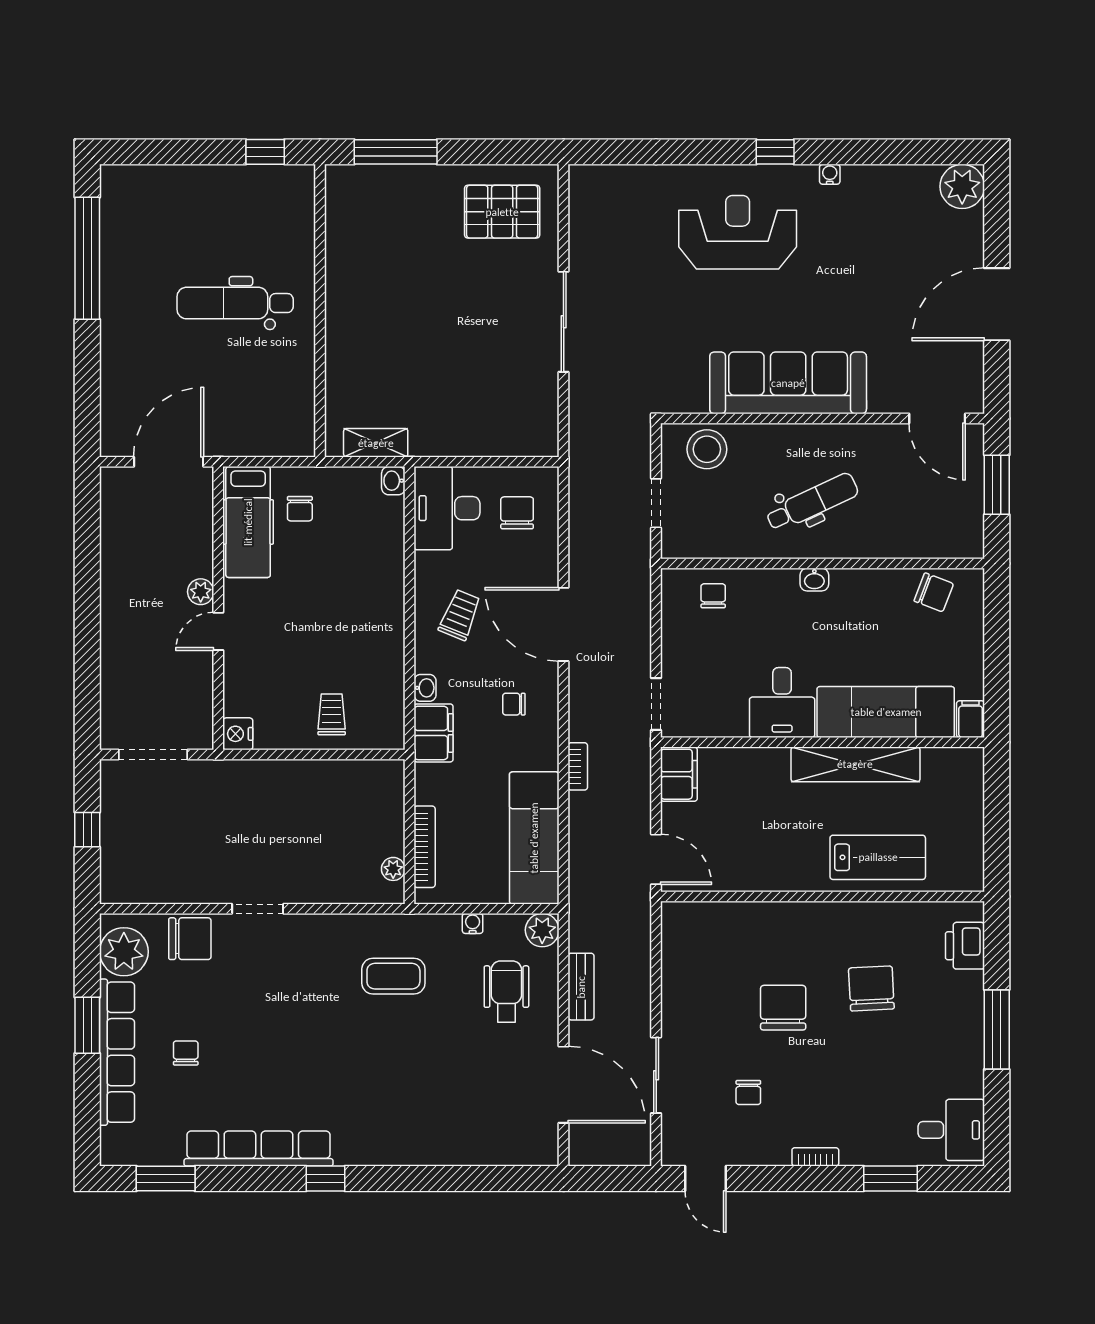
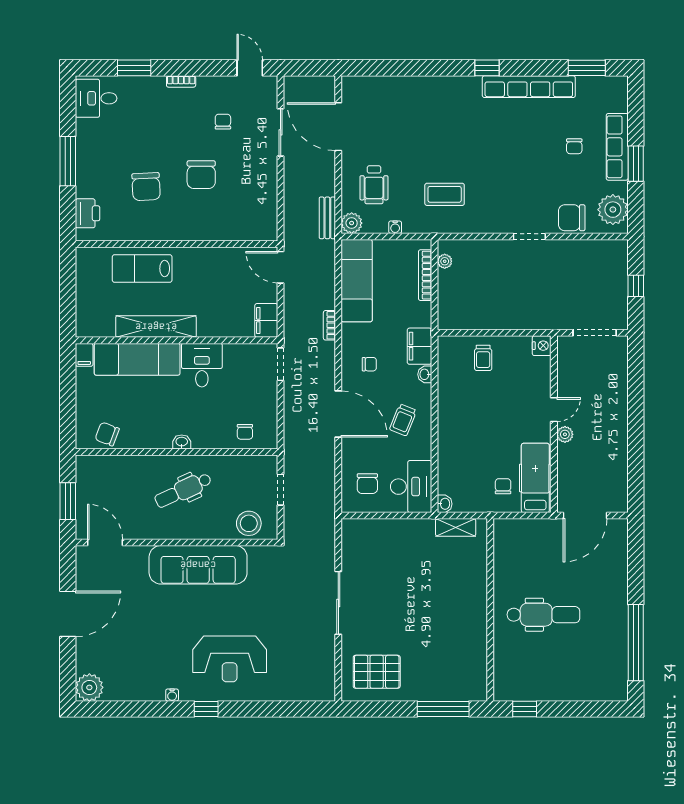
bench: (581, 987) -> (327, 218), moved
row of seats: (117, 1052) -> (617, 147), width x0.73

